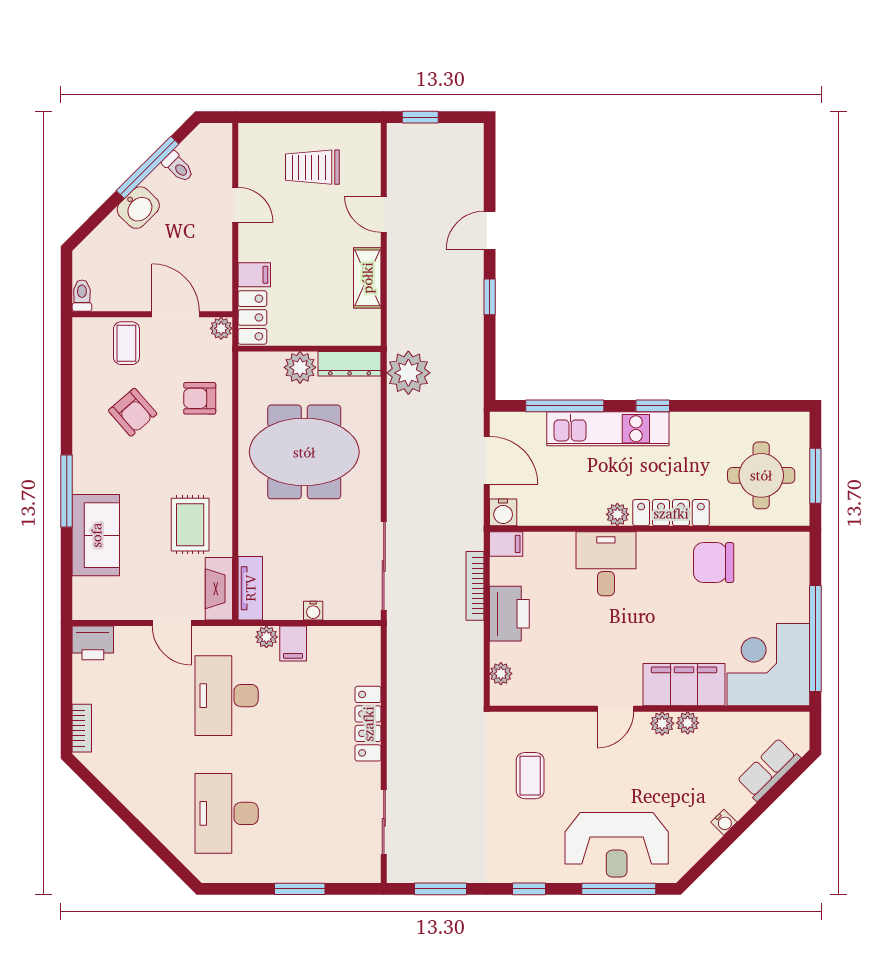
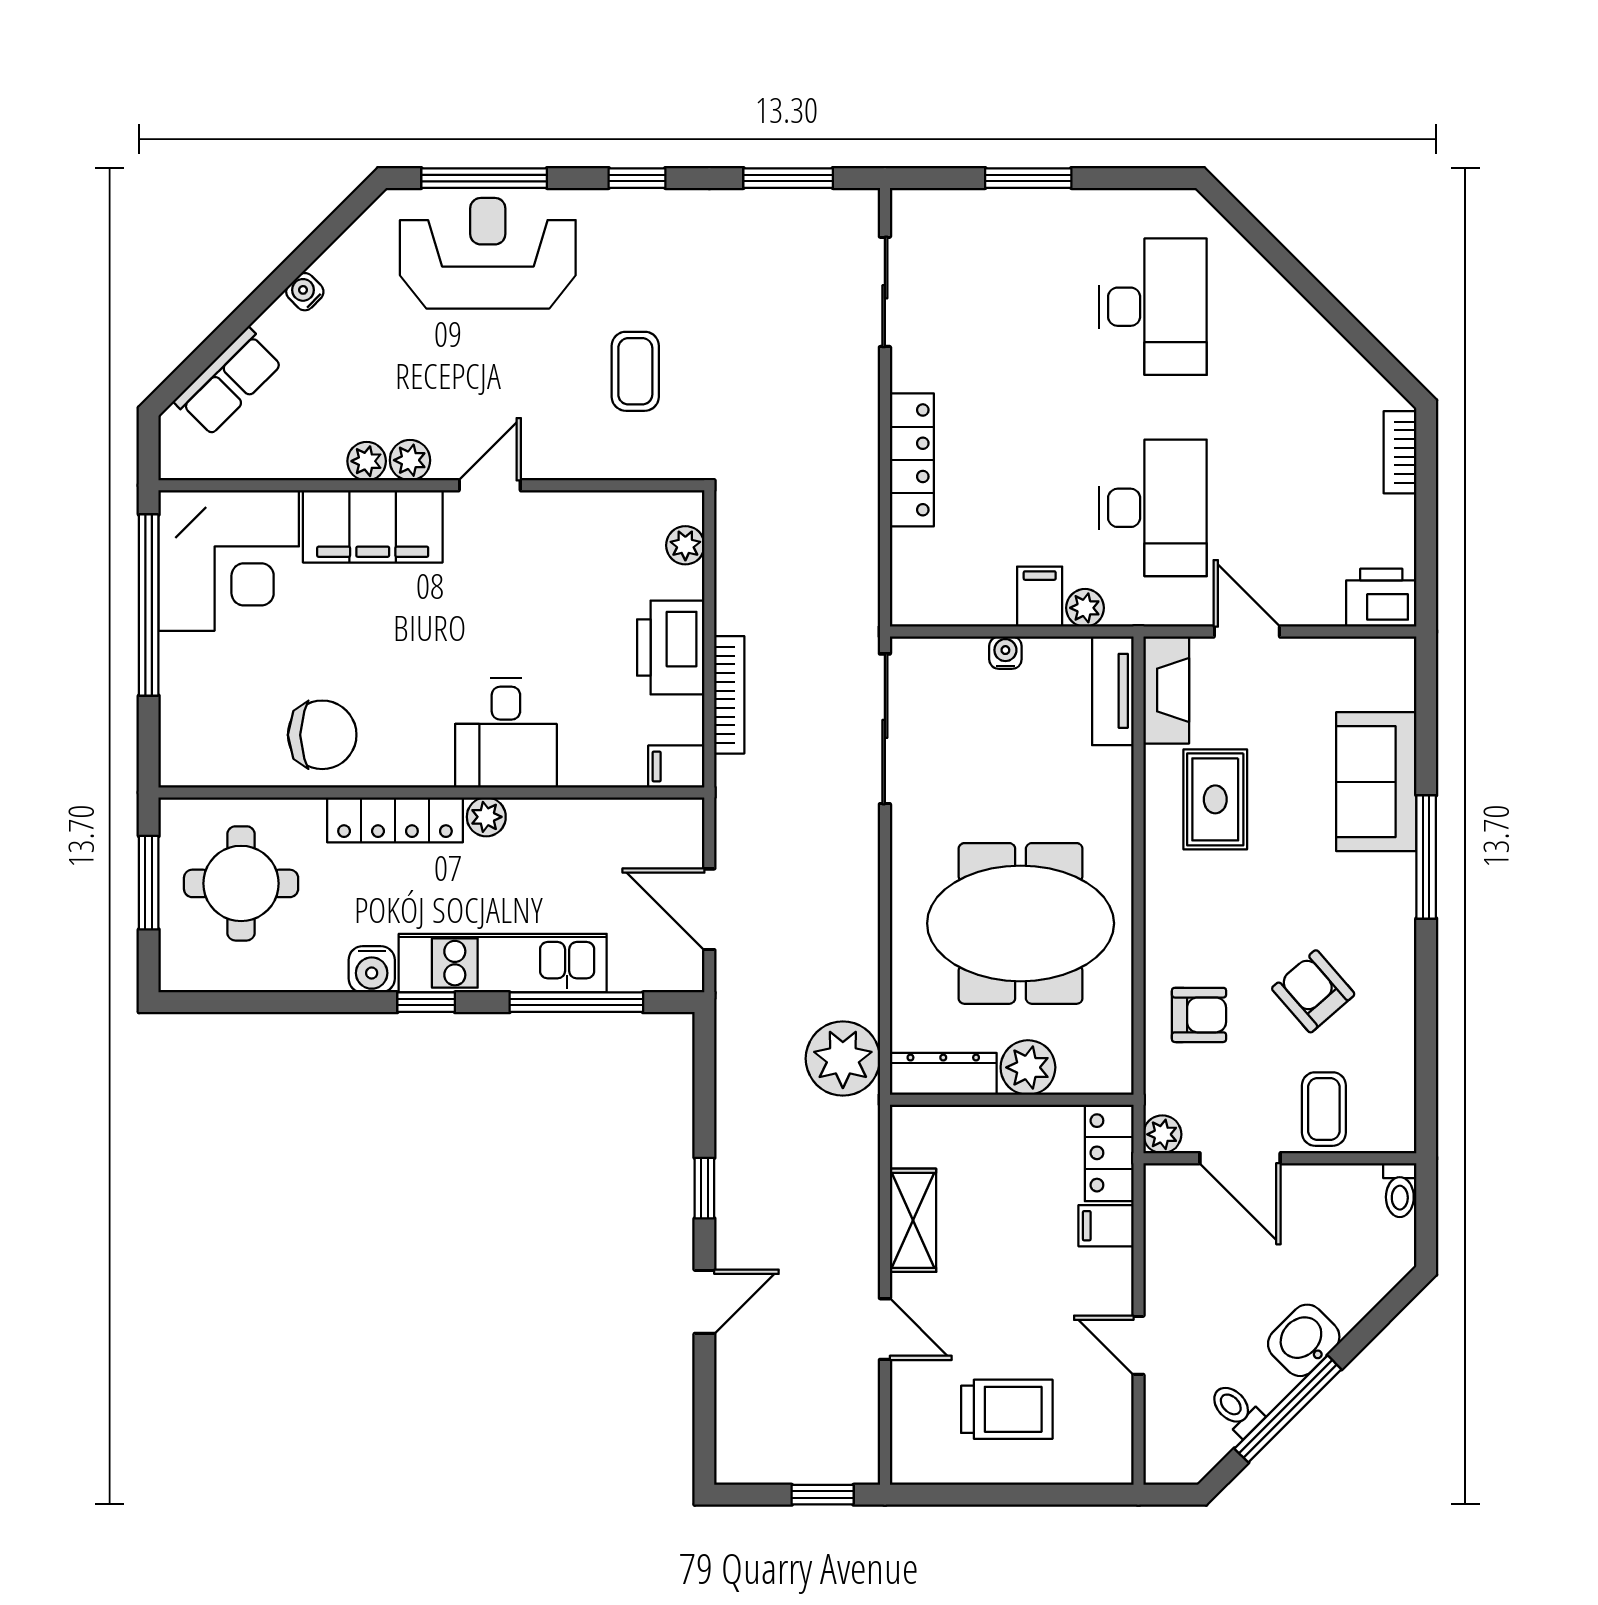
water cooler: (503, 512) -> (372, 969), moved, turned 180

